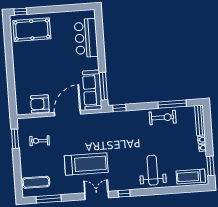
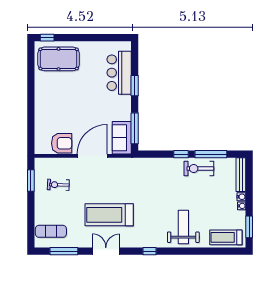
window: (101, 48) -> (135, 86), added
sofa: (92, 90) -> (122, 138), width x0.73
armchair: (40, 104) -> (62, 143), turned 180
window: (119, 108) -> (181, 154), moved
exercise bike: (163, 117) -> (199, 168), turned 180
treadmill: (86, 164) -> (109, 215), turned 180
double door: (97, 195) -> (106, 251), moved

